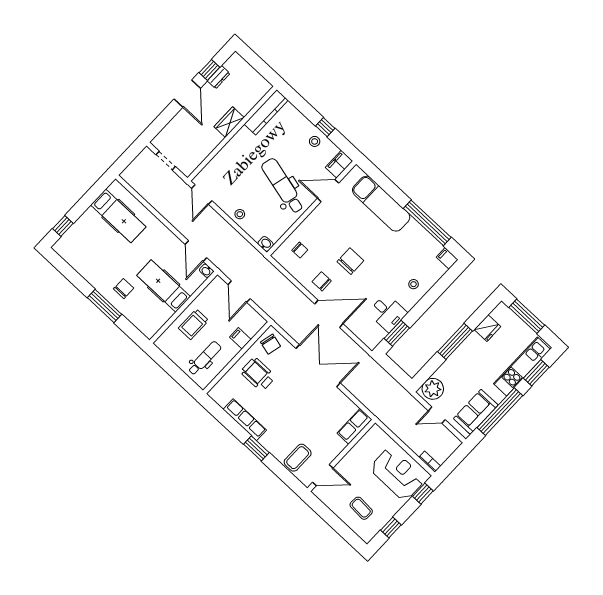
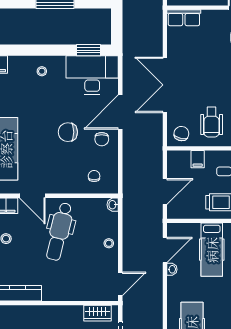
wardrobe: (229, 122) -> (98, 313), moved
washbasin: (206, 271) -> (172, 269), moved
desk: (387, 313) -> (92, 75), width x1.87, depth x1.30
door: (329, 314) -> (120, 112), hinge flipped

